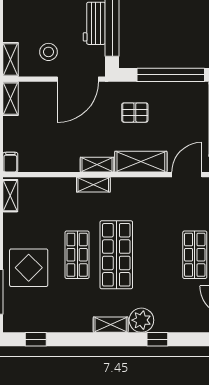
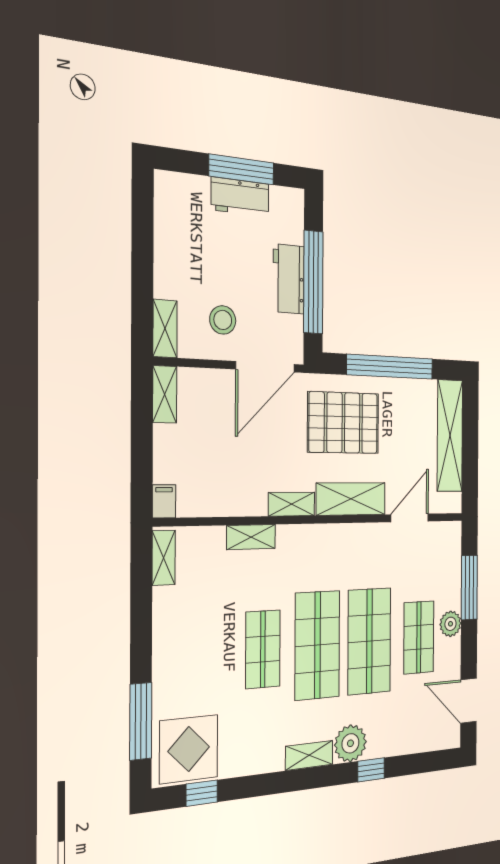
pallet: (135, 113) -> (343, 423), width x2.05, depth x2.00
shelving: (93, 185) -> (251, 537), moved
shop shelf: (156, 255) -> (369, 641), added
display table: (29, 268) -> (189, 749), moved

